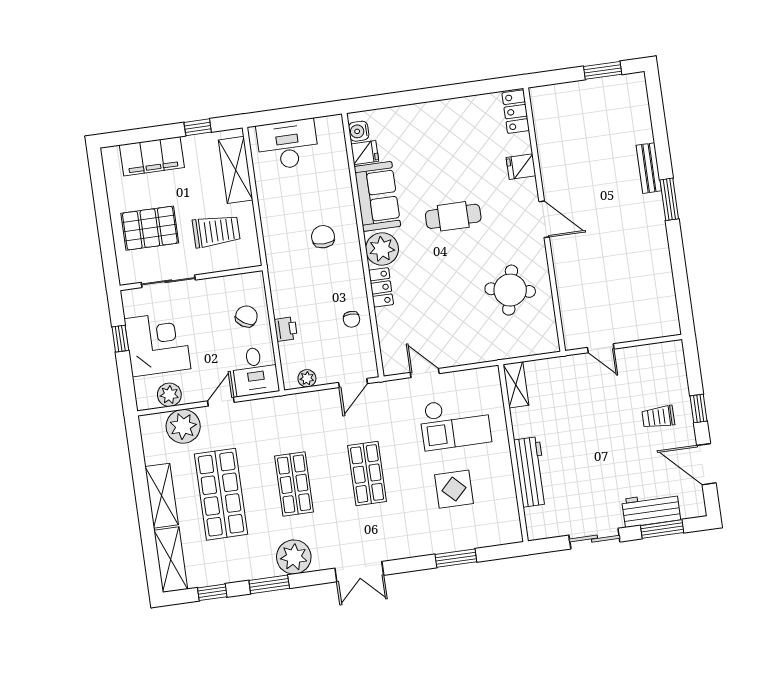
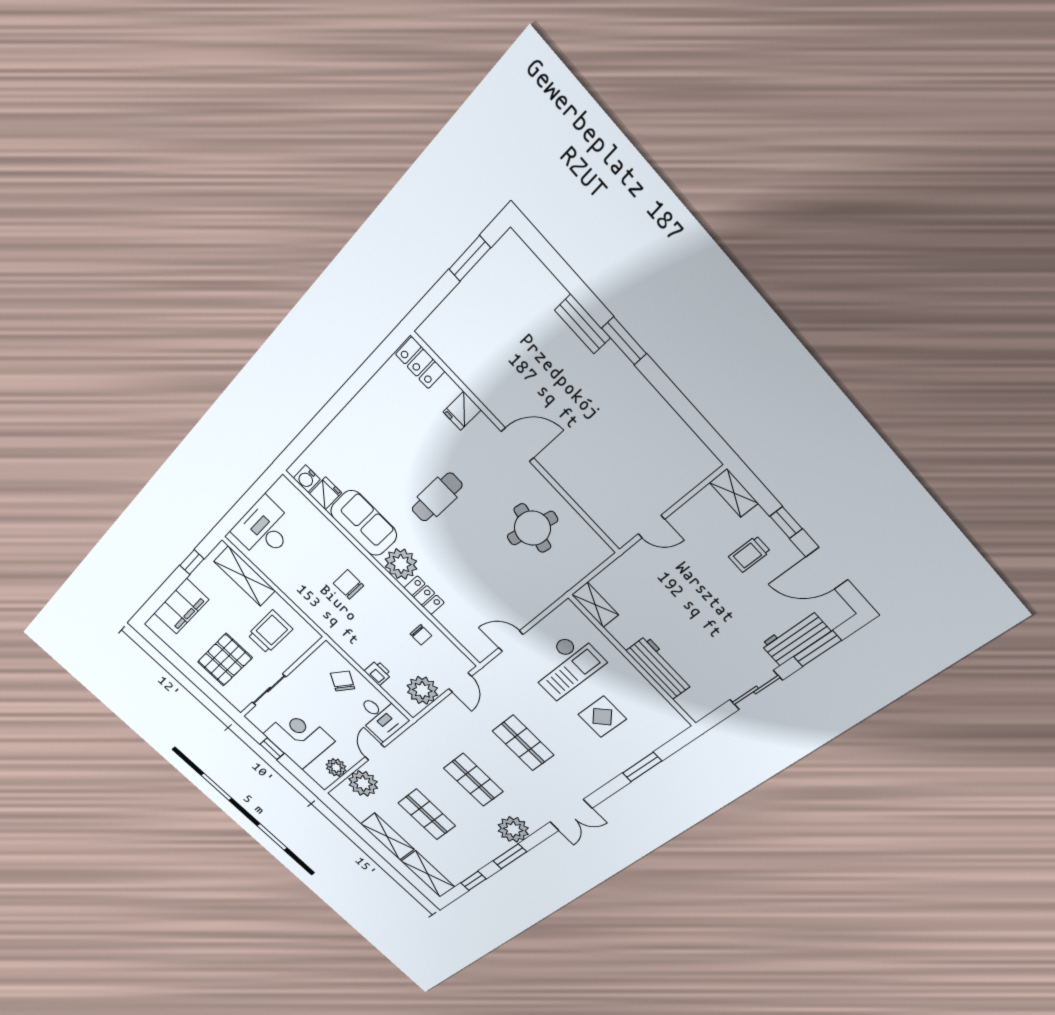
shelving: (676, 361) -> (734, 493), added
plant: (307, 378) -> (422, 690), width x1.87, depth x1.87
shop shelf: (221, 494) -> (427, 814), width x0.70, depth x0.74

